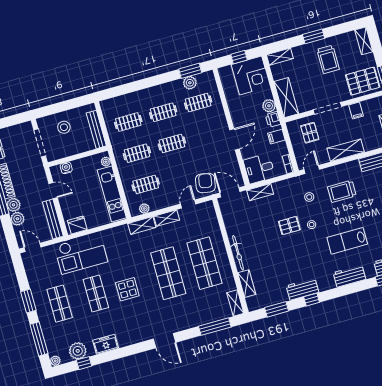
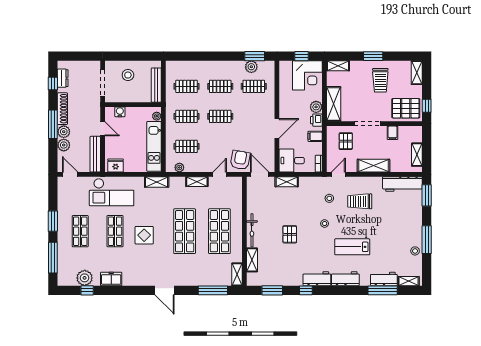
shelving: (142, 225) -> (157, 182), moved
pallet: (289, 226) -> (290, 234), moved, turned 90
workbench: (302, 289) -> (317, 279), moved
plant: (55, 361) -> (62, 281), removed

